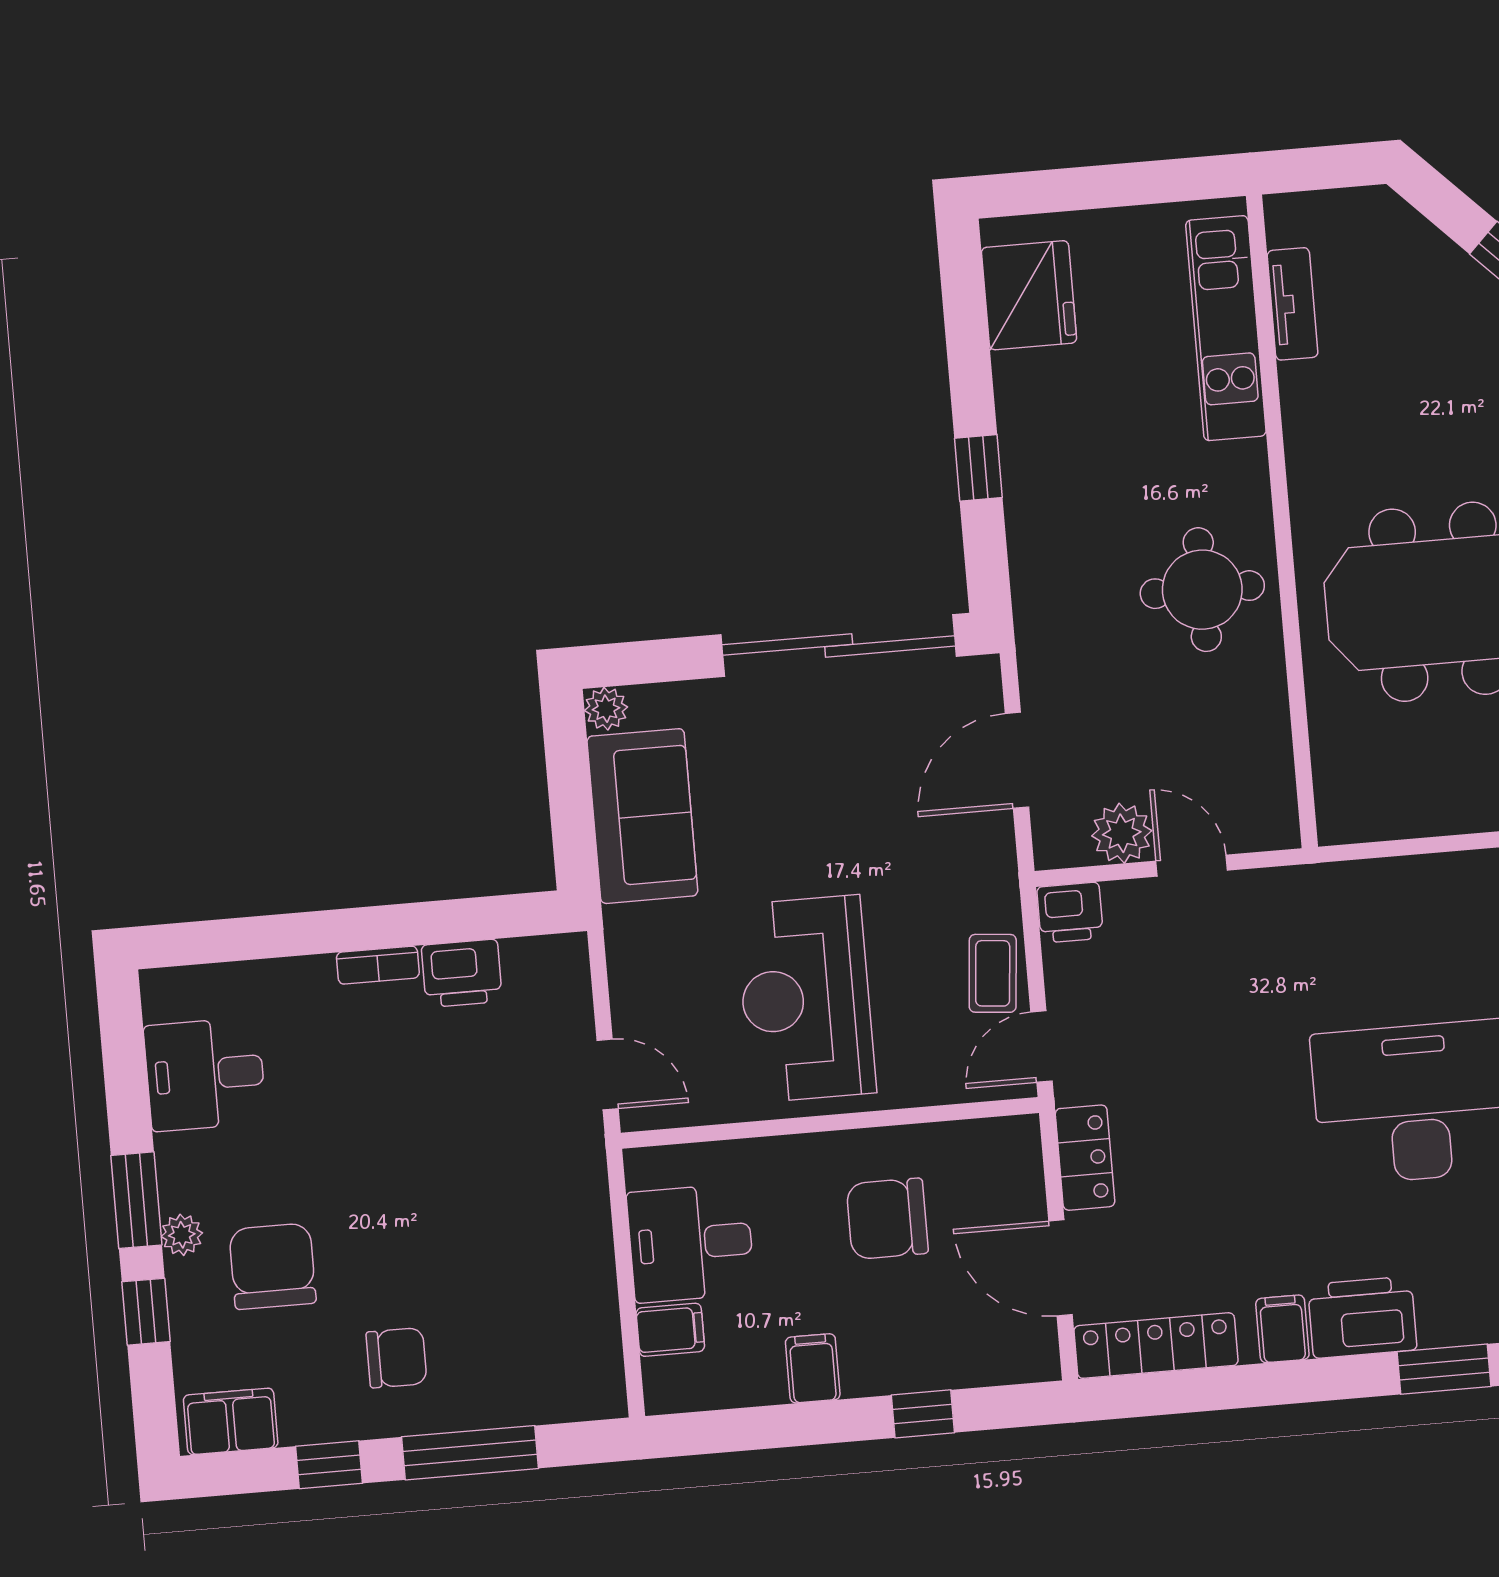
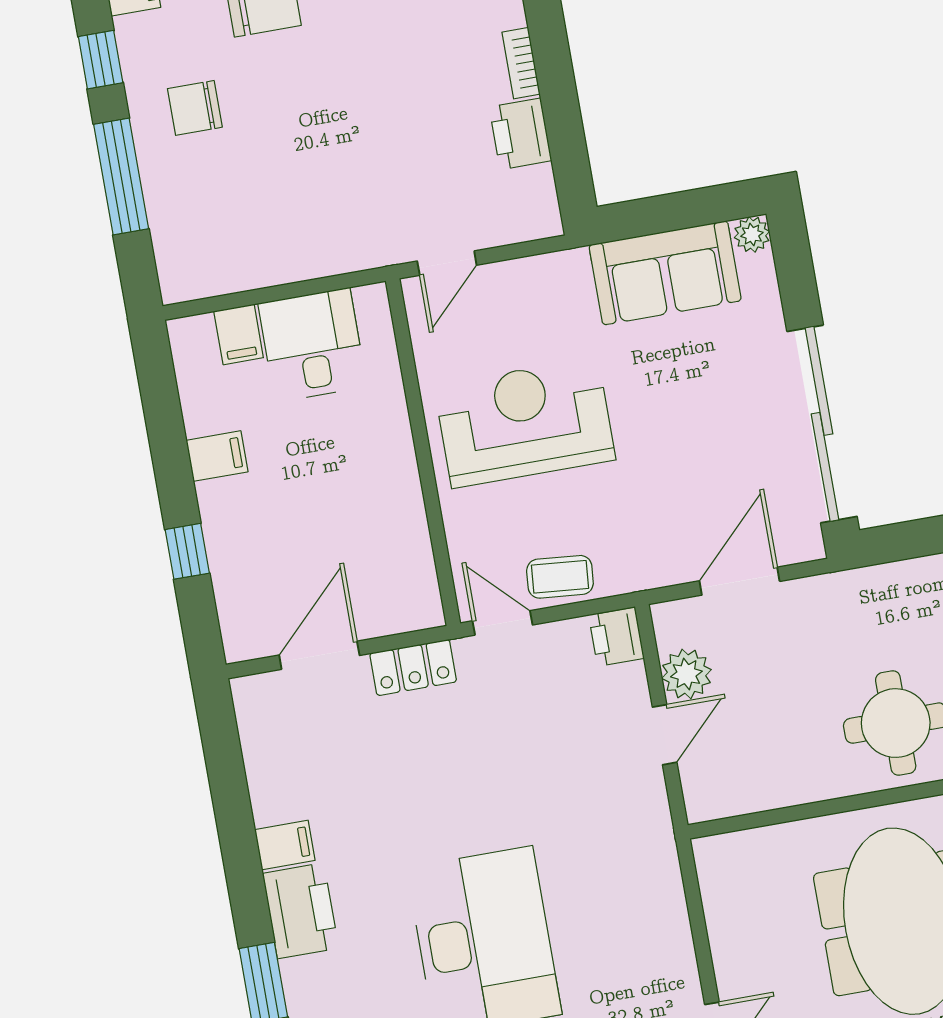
door: (1017, 760) -> (739, 581), hinge flipped
chair: (887, 1219) -> (347, 507), removed
locker: (1156, 1346) -> (262, 741), removed
chair: (396, 1358) -> (195, 108), turned 90

